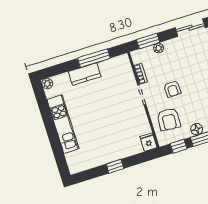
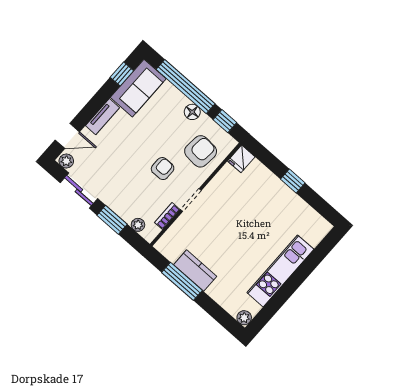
window: (148, 41) -> (112, 220), moved
plant: (159, 48) -> (138, 225), moved
kitchen counter: (85, 74) -> (195, 271), moved

